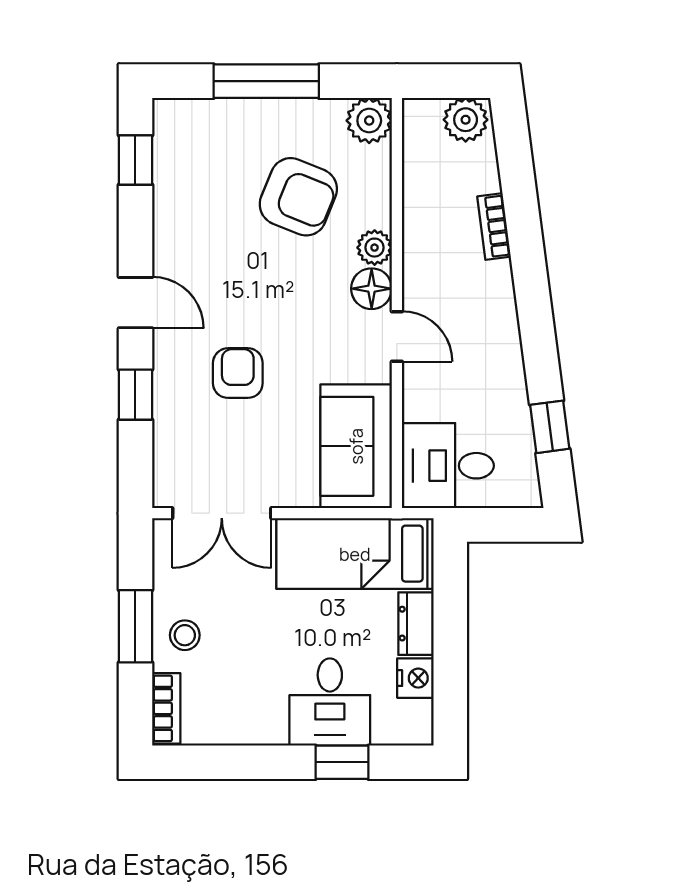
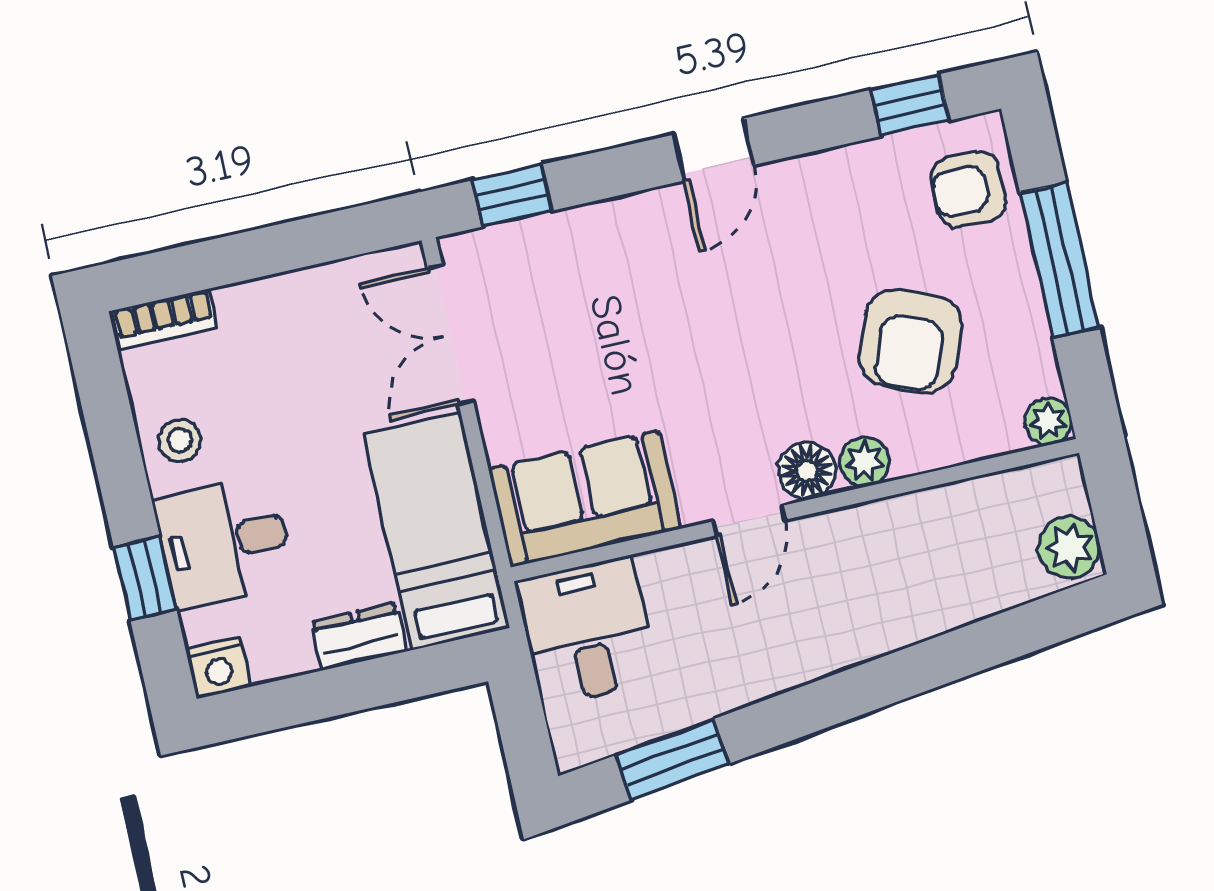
plant: (369, 121) -> (1048, 421), width x0.73, depth x0.73
bookcase: (494, 227) -> (931, 620), removed
armchair: (238, 373) -> (968, 190), moved, turned 180
window: (135, 395) -> (512, 195), moved
window: (550, 427) -> (672, 759), width x1.50
window: (135, 626) -> (268, 251), removed
stool: (185, 635) -> (180, 440), moved
nightstand: (415, 678) -> (218, 668), moved

